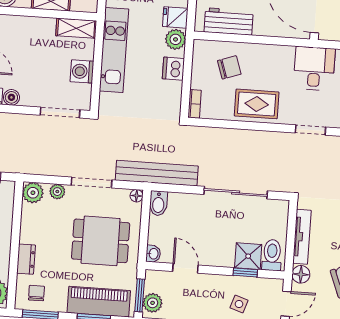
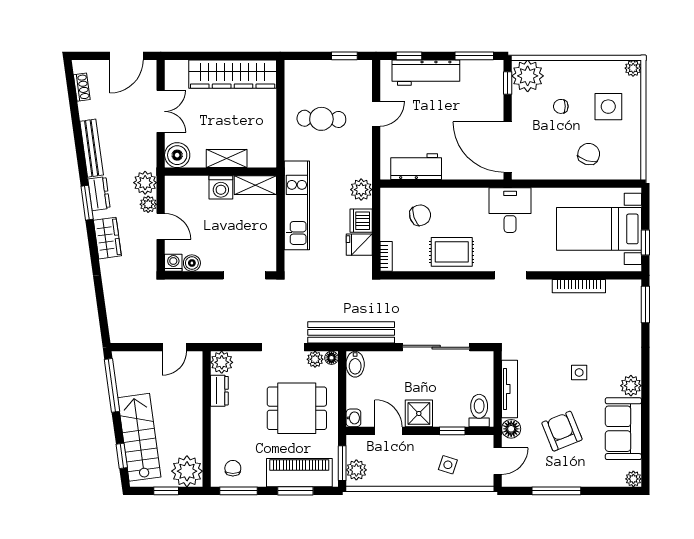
fridge: (175, 17) -> (359, 245), moved
washing machine: (82, 71) -> (221, 187), moved, turned -90
plant: (57, 192) -> (315, 359), moved
shower: (248, 256) -> (419, 413), moved
dresser: (26, 259) -> (219, 391), moved

